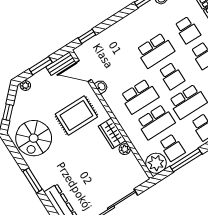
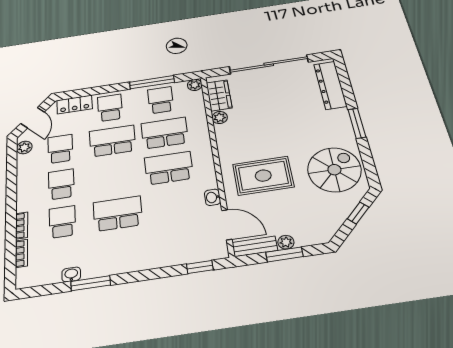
school desk: (172, 76) -> (115, 176), removed
plant: (25, 85) -> (286, 242), moved
wardrobe: (112, 133) -> (219, 95), moved
plant: (156, 163) -> (195, 85), width x0.53, depth x0.53

